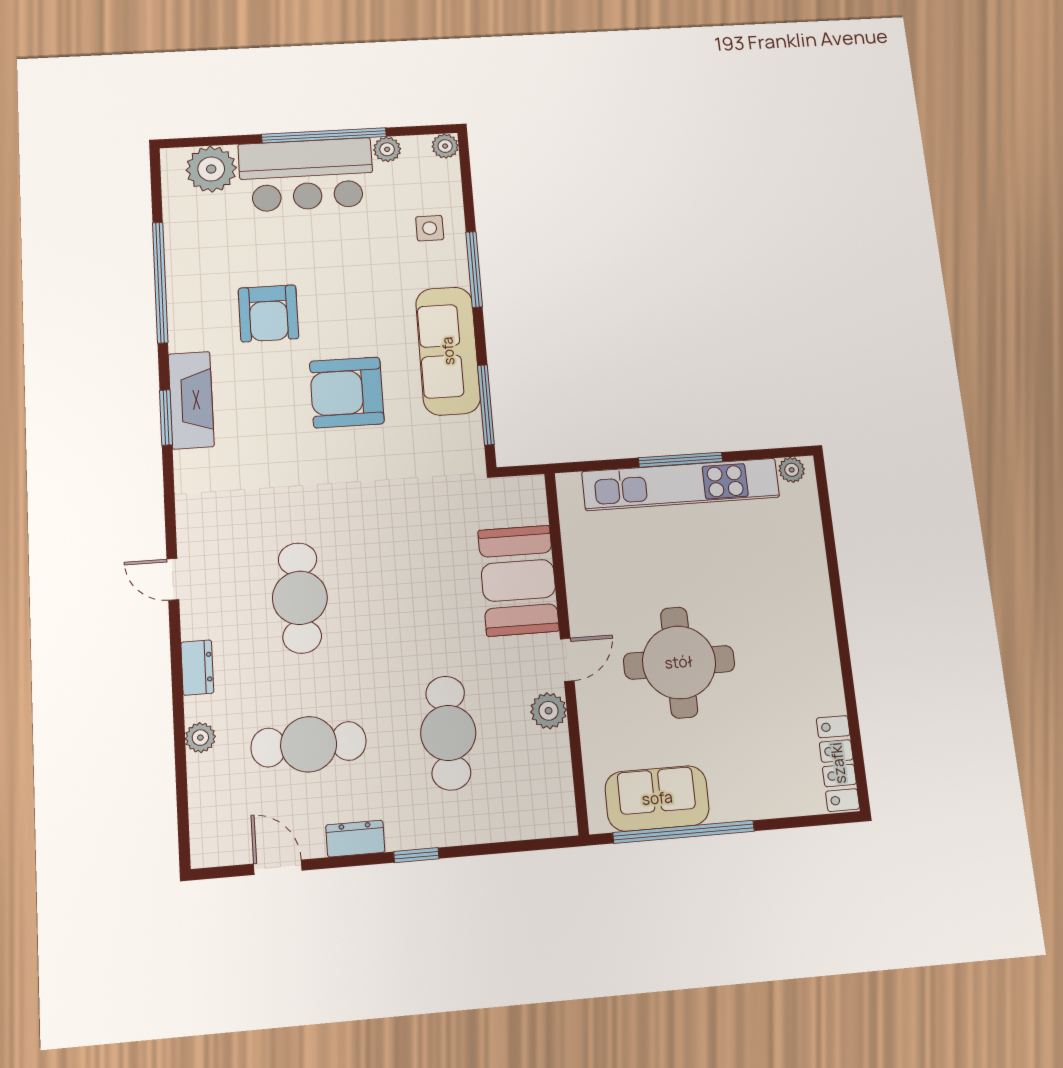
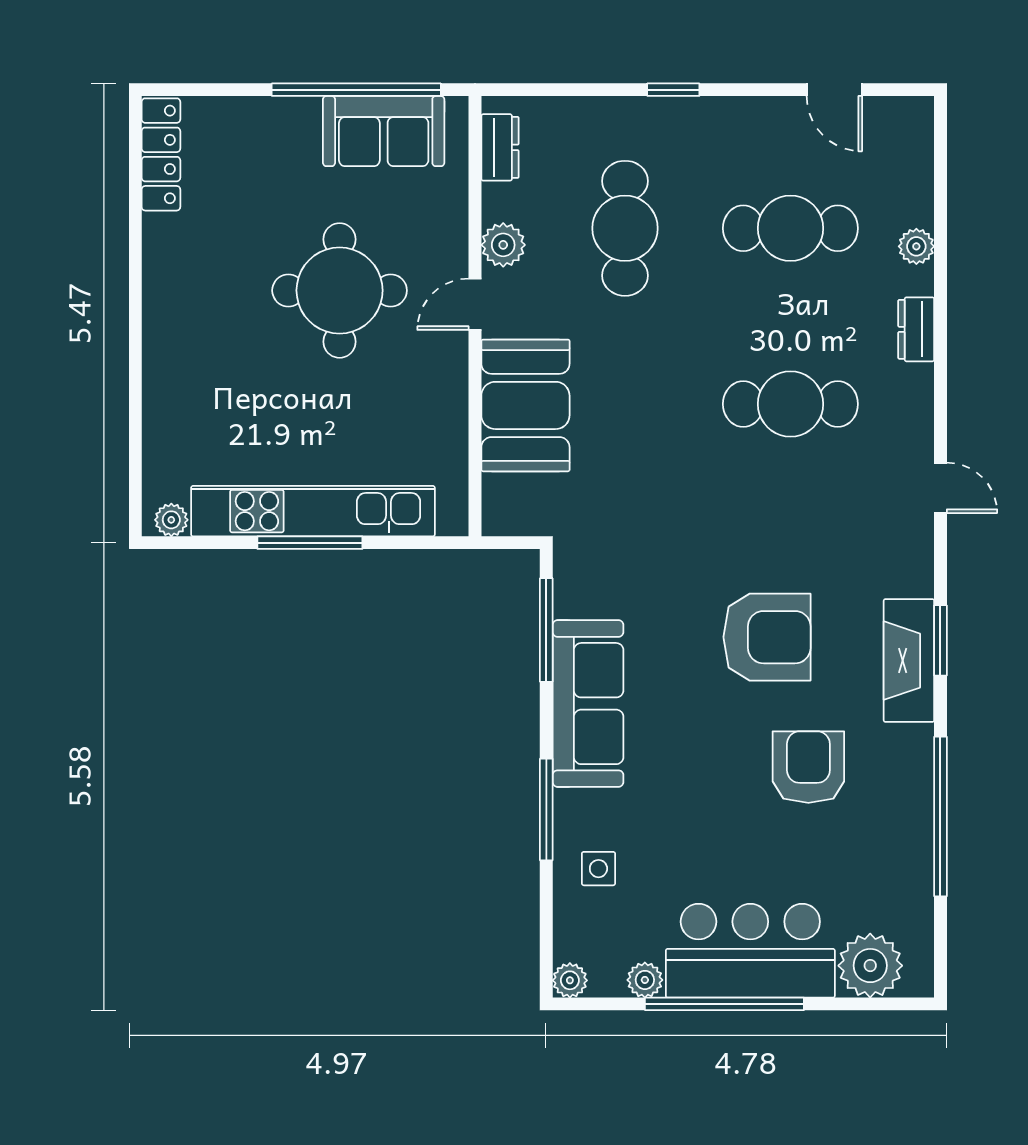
armchair: (347, 392) -> (767, 637), moved
door: (173, 579) -> (940, 488), moved
cafe table: (300, 598) -> (790, 404), turned 90
dresser: (355, 839) -> (500, 147), moved, turned -90

